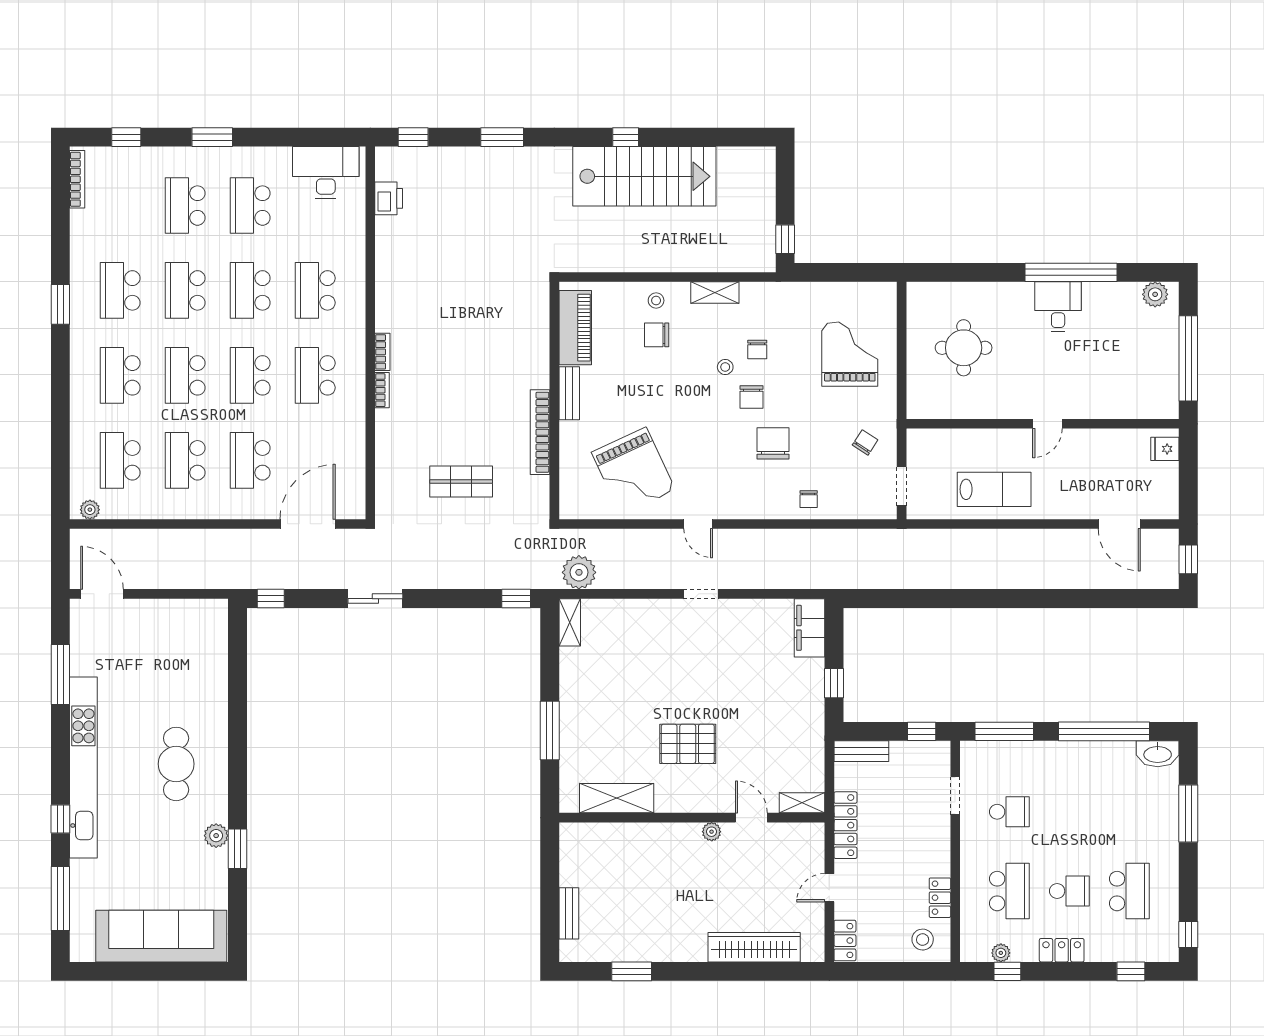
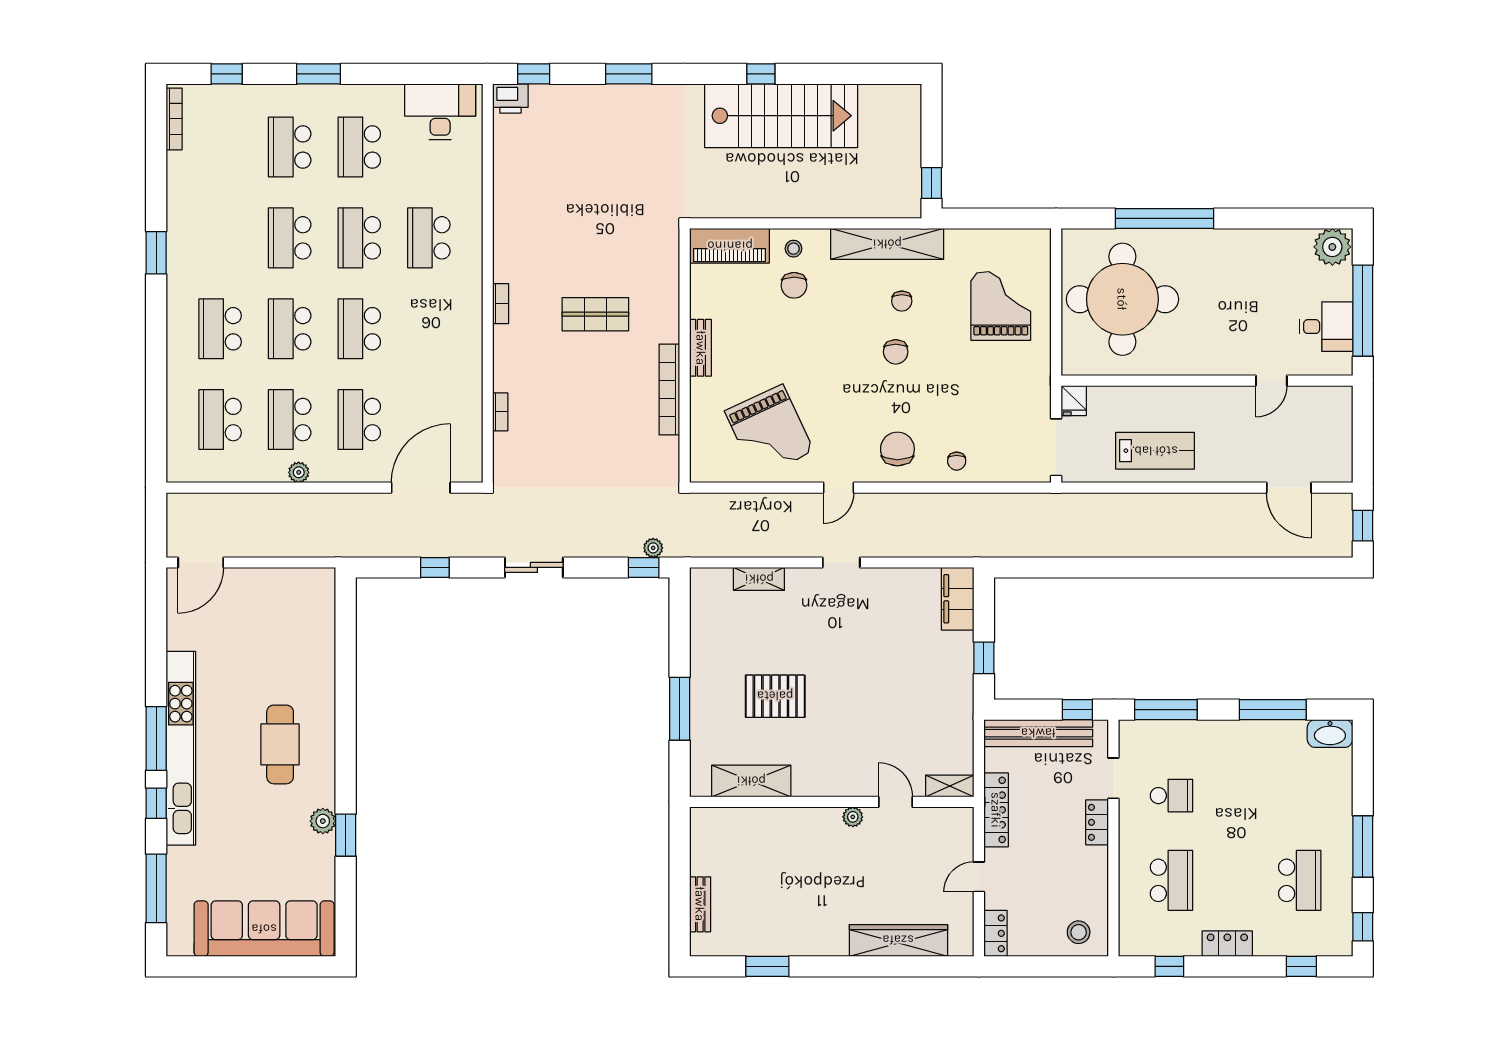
printer: (389, 198) -> (510, 99), moved, turned 90
window: (1071, 272) -> (1164, 218), moved
school desk: (120, 290) -> (220, 238), removed
shelving: (715, 292) -> (887, 244), width x2.20, depth x1.33
plant: (1155, 294) -> (1332, 247), width x1.36, depth x1.36
desk: (1058, 307) -> (1326, 327), moved, turned 90
piano: (575, 328) -> (730, 246), moved, turned 90
chair: (657, 335) -> (794, 285), turned -90
round table: (964, 348) -> (1122, 299), width x1.86, depth x1.86
stool: (725, 367) -> (867, 320), removed
school desk: (315, 375) -> (429, 329), removed
bookcase: (382, 390) -> (500, 412), moved
door: (1047, 424) -> (1271, 381), moved
chair: (865, 442) -> (1017, 400), removed
chair: (773, 443) -> (897, 449), moved
fridge: (1165, 449) -> (1074, 401), moved, turned -90
shop shelf: (461, 482) -> (595, 314), moved
doorway: (902, 486) -> (1056, 447), width x1.38
plant: (90, 510) -> (299, 472), moved
door: (698, 524) -> (838, 488), hinge flipped
plant: (579, 572) -> (653, 548), moved, width x0.53, depth x0.53
door: (102, 594) -> (201, 562), swing flipped
window: (271, 599) -> (435, 567), moved
sliding door: (375, 599) -> (534, 567), moved
shelving: (570, 622) -> (759, 579), moved, turned 90
window: (60, 674) -> (156, 738), moved
window: (1104, 731) -> (1273, 710), width x0.68
pallet: (688, 744) -> (775, 696), moved
bench: (861, 751) -> (1038, 733), width x1.86, depth x1.21
window: (1188, 813) -> (1363, 846), moved
school desk: (1069, 891) -> (1236, 880), removed
locker: (940, 898) -> (1097, 822), moved
plant: (1001, 953) -> (1162, 947), removed

